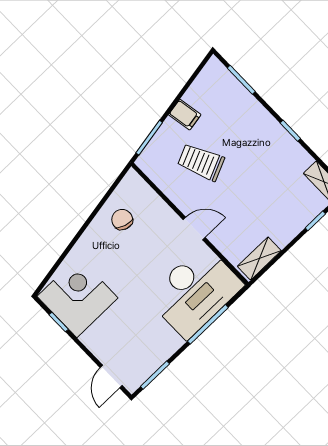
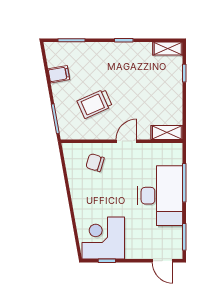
filing cabinet: (185, 115) -> (59, 74), moved
chair: (122, 220) -> (95, 163), moved
shelving: (259, 258) -> (167, 133), moved, turned 90
desk: (195, 291) -> (160, 196), moved

